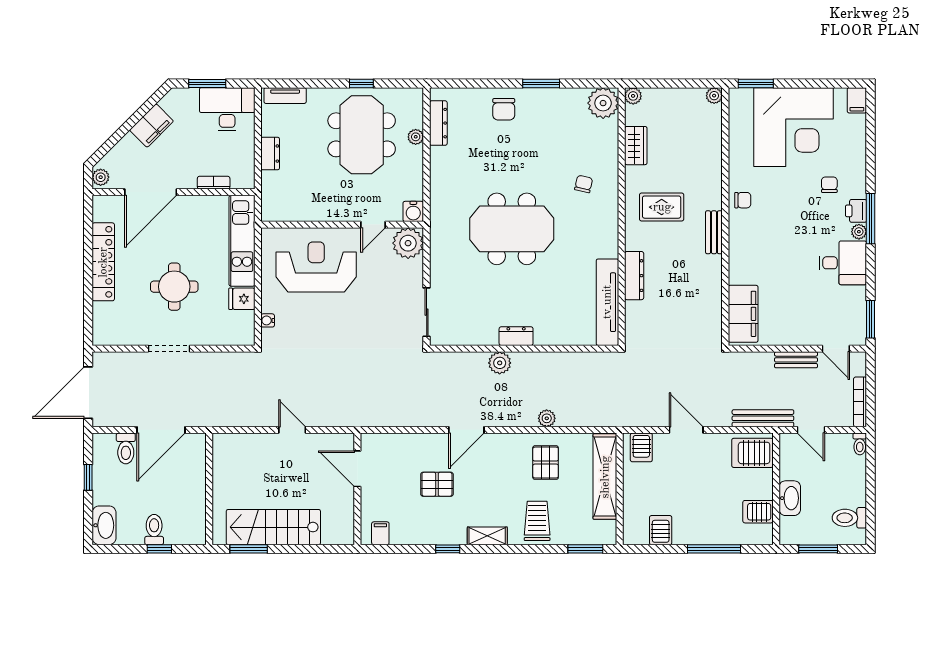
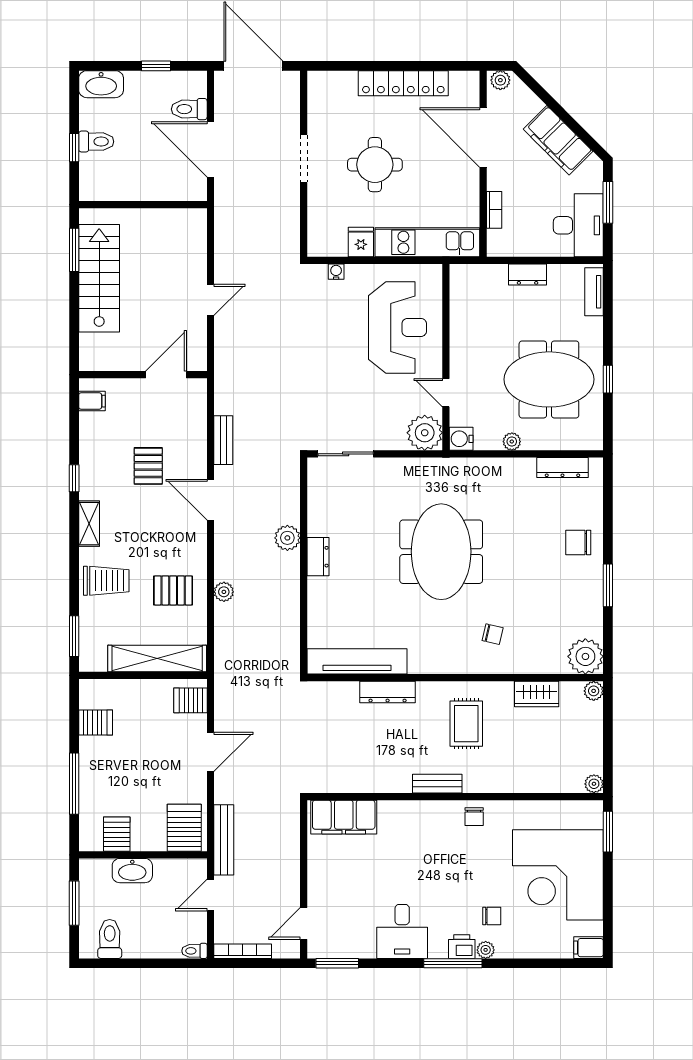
filing cabinet: (151, 125) -> (558, 140), width x1.50, depth x1.17
plant: (416, 137) -> (512, 442), moved
plant: (859, 232) -> (486, 950), moved
bench: (796, 360) -> (223, 440), moved

